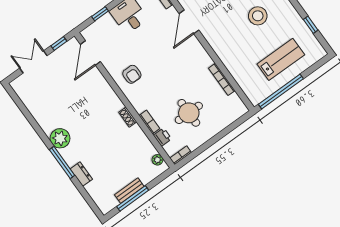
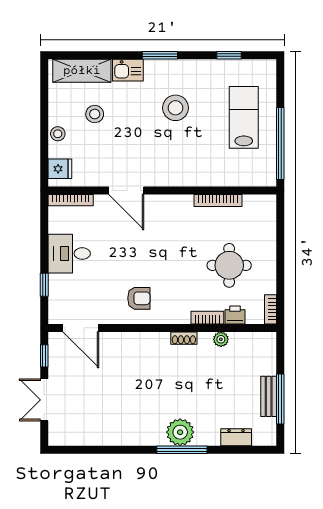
plant: (60, 138) -> (180, 432), moved
plant: (157, 160) -> (221, 339), moved
dresser: (81, 174) -> (236, 437), moved

